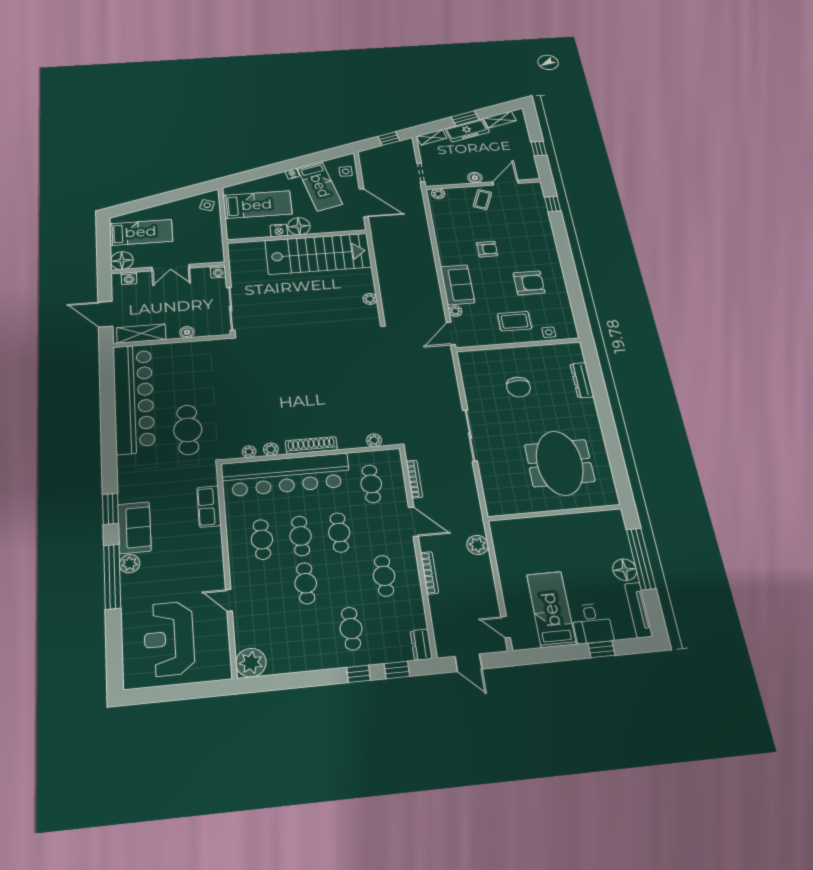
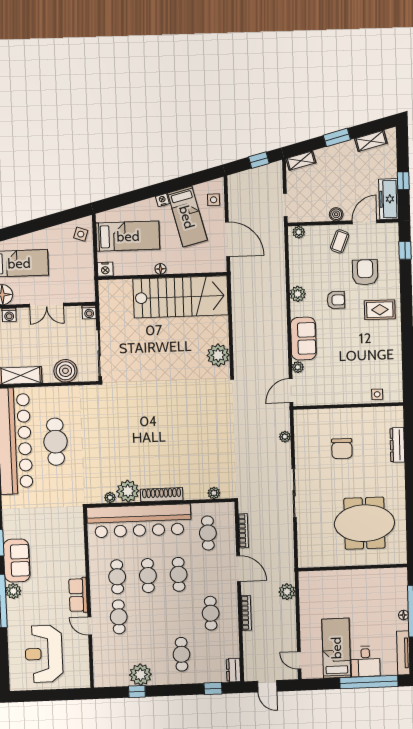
freezer: (467, 130) -> (389, 199), moved, turned 104
floor lamp: (299, 226) -> (160, 269), width x0.53, depth x0.53
nightstand: (279, 230) -> (105, 269), moved
plant: (445, 246) -> (298, 294), added
armchair: (529, 283) -> (365, 272), moved, turned -90
plant: (370, 299) -> (218, 355), width x1.88, depth x1.88
rug: (515, 321) -> (380, 310), moved
boiler: (187, 332) -> (65, 371), width x1.86, depth x1.86
plant: (451, 378) -> (285, 437), added
cafe table: (188, 430) -> (56, 442), moved
plant: (271, 449) -> (128, 491), width x1.88, depth x1.88
meeting table: (560, 463) -> (364, 523), turned 90
row of seats: (209, 506) -> (78, 595), moved
floor lamp: (625, 570) -> (404, 615), width x0.53, depth x0.53
cafe table: (306, 583) -> (119, 617), moved
window: (601, 649) -> (369, 682), width x3.17
plant: (251, 663) -> (140, 675), moved
window: (358, 674) -> (137, 692), moved

